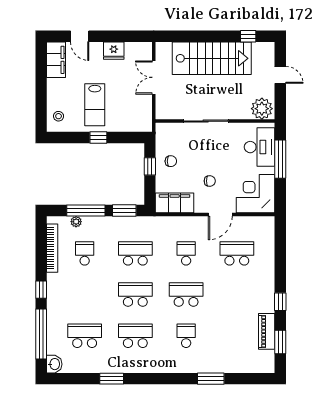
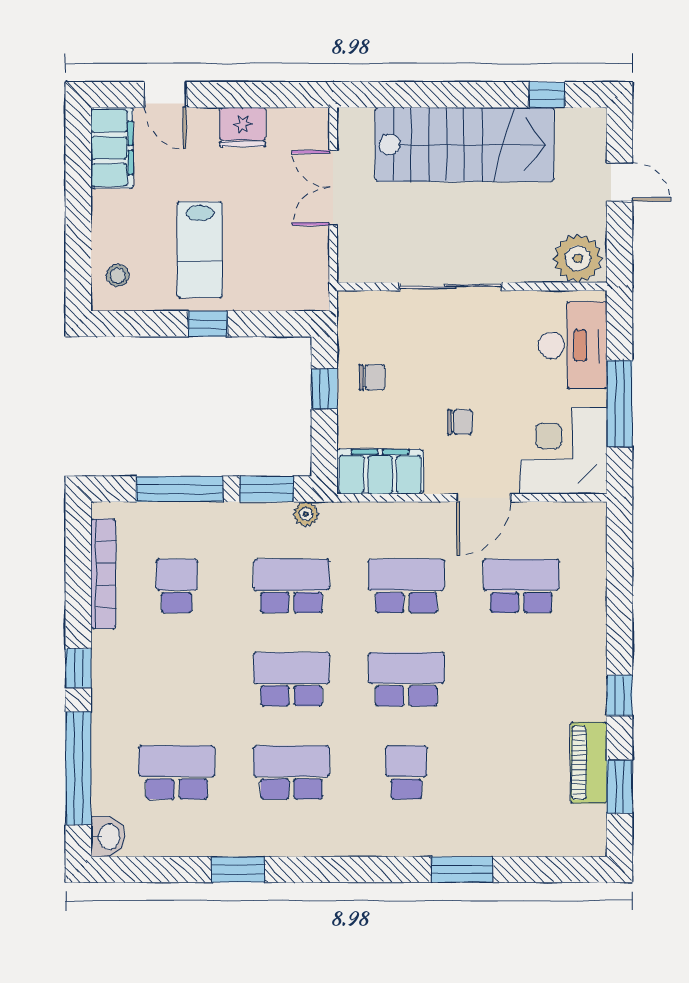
window: (280, 159) -> (620, 404), moved
plant: (76, 222) -> (306, 514), moved
school desk: (186, 253) -> (406, 586), width x1.85

